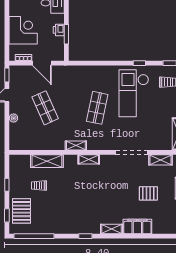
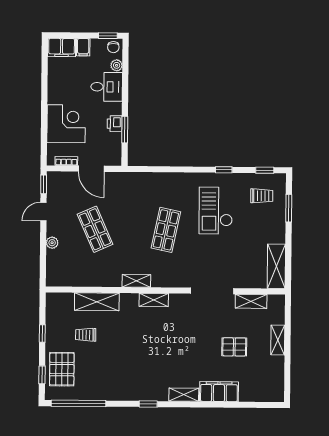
checkout: (134, 93) -> (216, 211), width x0.73, depth x0.83

